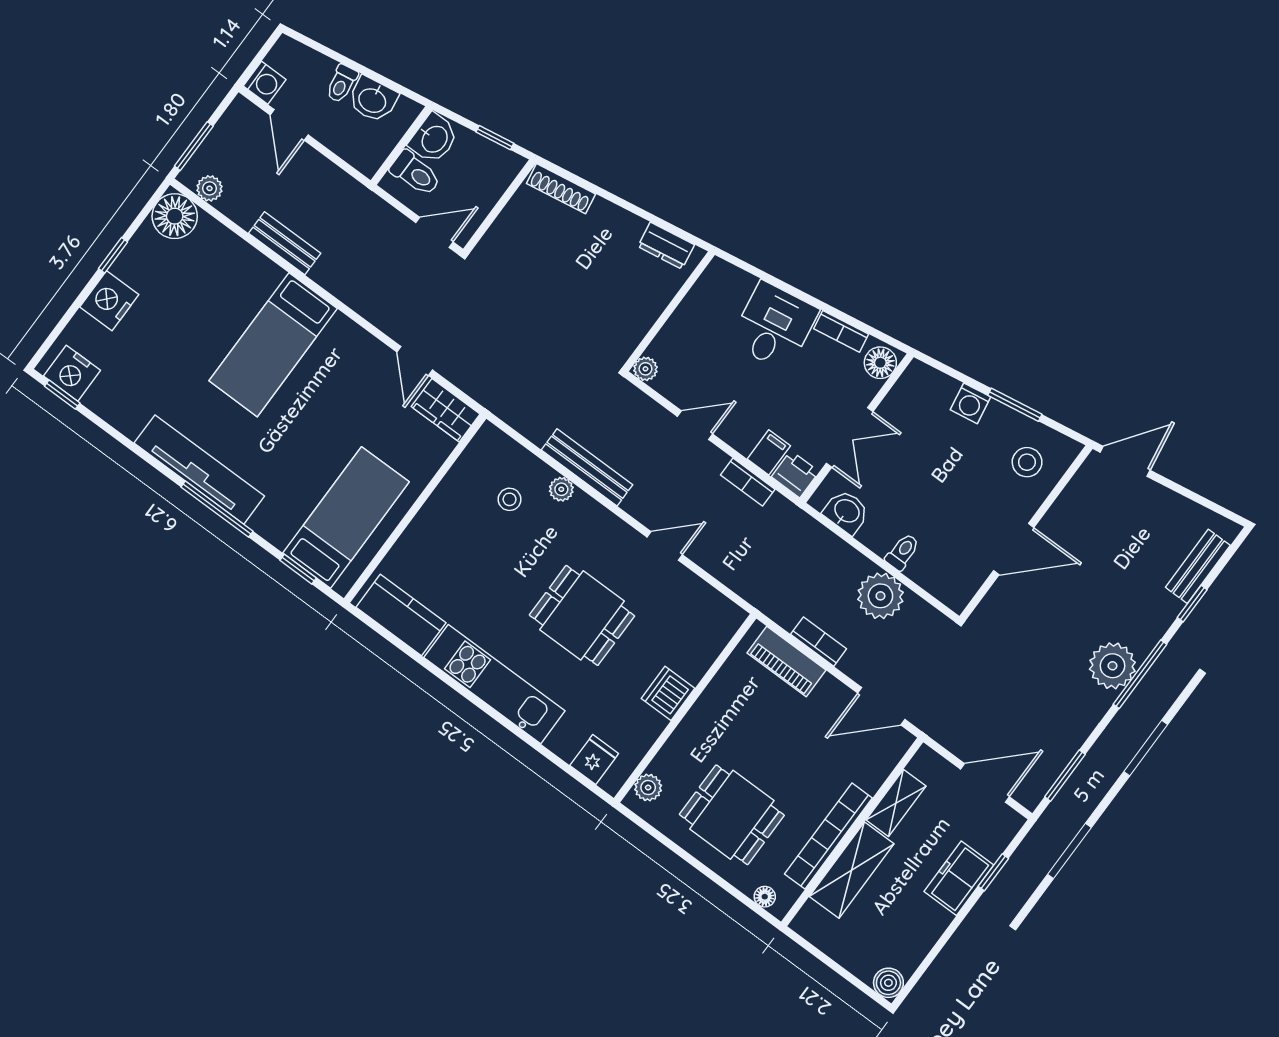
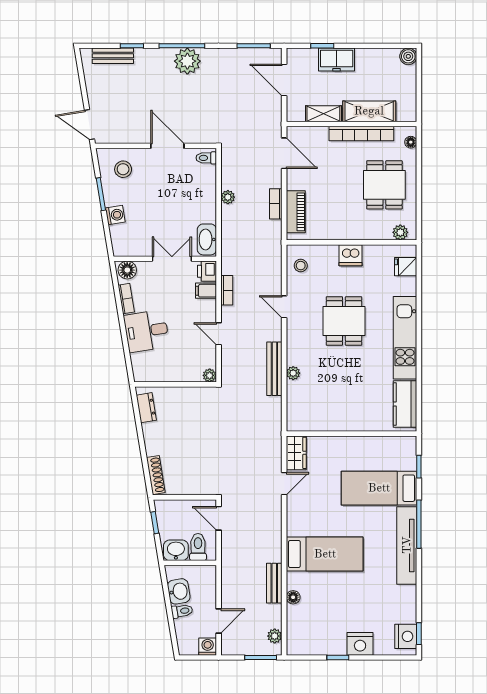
floor lamp: (175, 216) -> (293, 597), moved, width x0.53, depth x0.53
stool: (510, 499) -> (301, 266), moved
washbasin: (846, 512) -> (207, 239), width x1.38
bed: (346, 517) -> (379, 488), moved
toilet: (903, 552) -> (206, 158), moved
plant: (880, 596) -> (228, 197), width x0.53, depth x0.53

